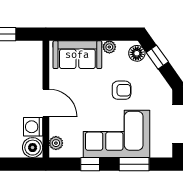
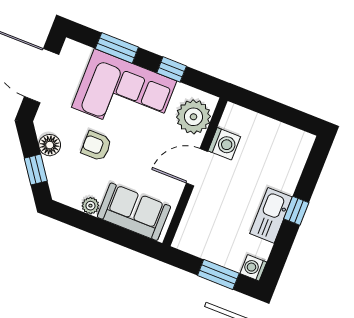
floor lamp: (137, 53) -> (50, 145), moved
door: (46, 103) -> (197, 167), hinge flipped
plant: (56, 143) -> (193, 117), width x1.88, depth x1.88
boiler: (33, 148) -> (235, 118), removed

